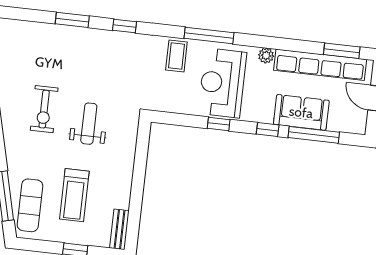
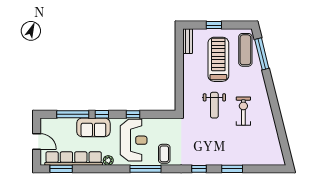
sofa: (301, 112) -> (93, 127), moved
treadmill: (74, 195) -> (218, 59), width x1.37, depth x1.38

